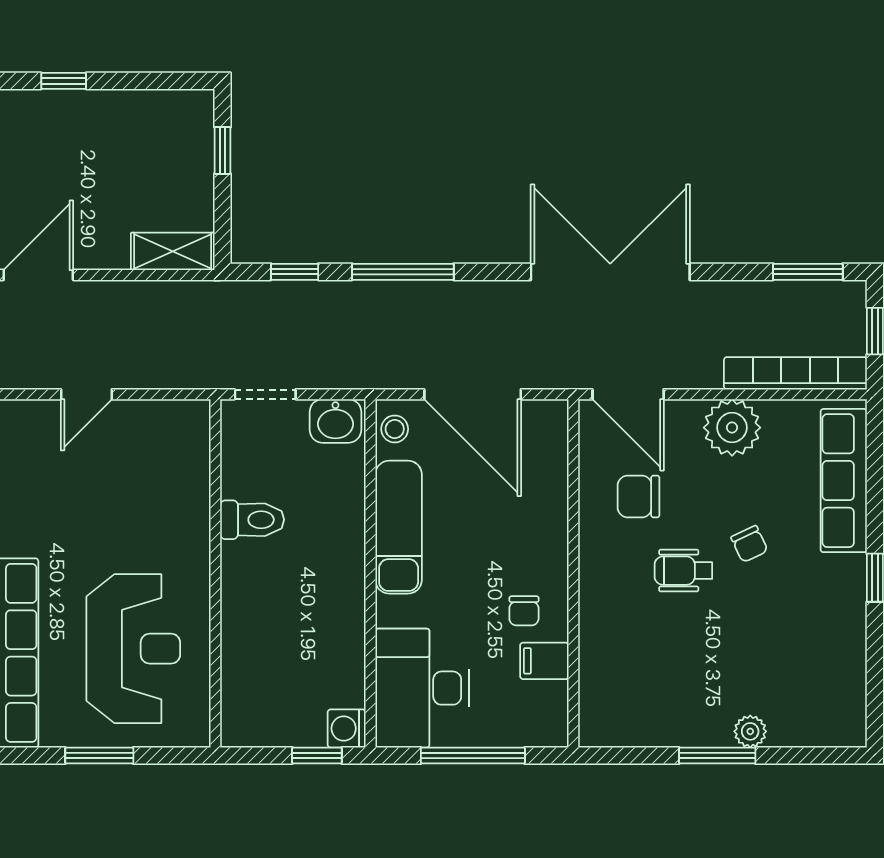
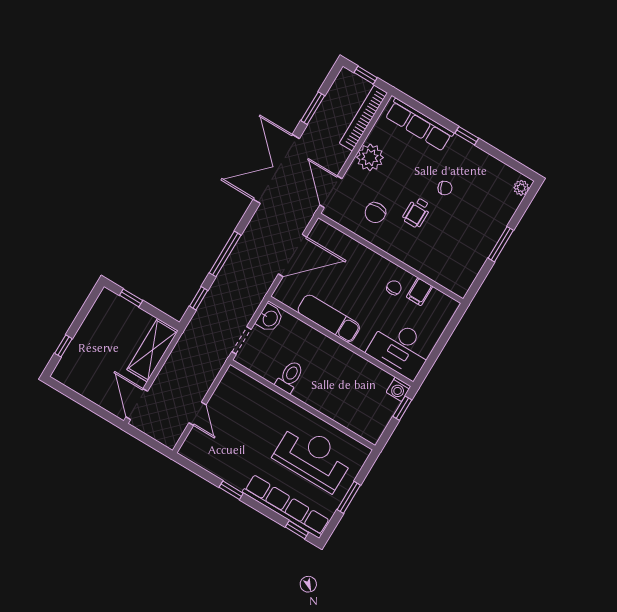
shelving: (173, 251) -> (152, 350), width x1.50, depth x1.33
window: (808, 272) -> (313, 108), moved
door: (628, 394) -> (331, 192), swing flipped
stool: (395, 429) -> (288, 296), removed
chair: (749, 544) -> (445, 188), moved
chair: (524, 611) -> (394, 288), turned -90
plant: (750, 731) -> (521, 188), moved
window: (473, 755) -> (441, 344), removed

